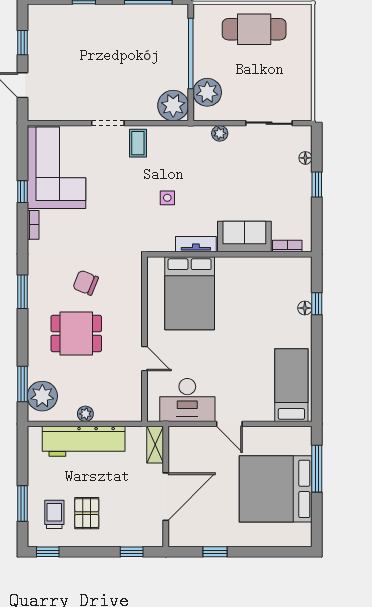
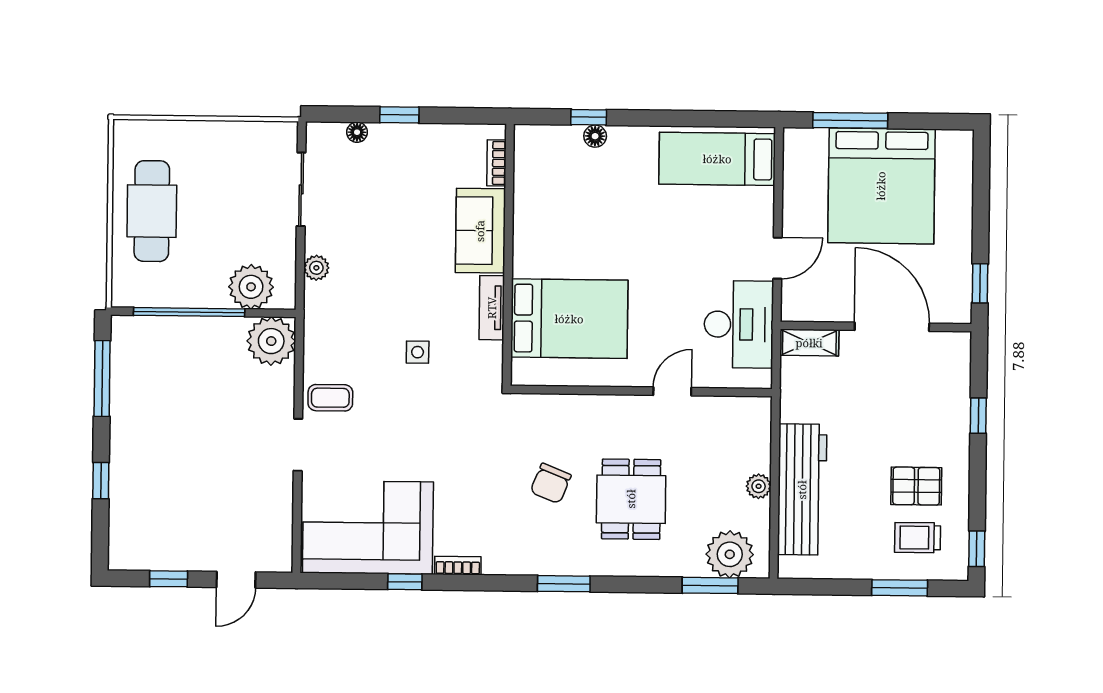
shelving: (155, 445) -> (809, 343), moved
wall: (166, 487) -> (876, 327), moved
door: (166, 497) -> (892, 327), moved

